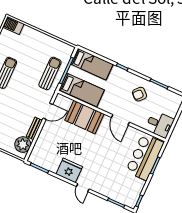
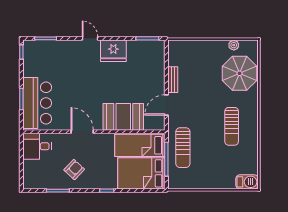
bed: (92, 64) -> (141, 173), width x1.50
plant: (23, 145) -> (177, 56), removed

